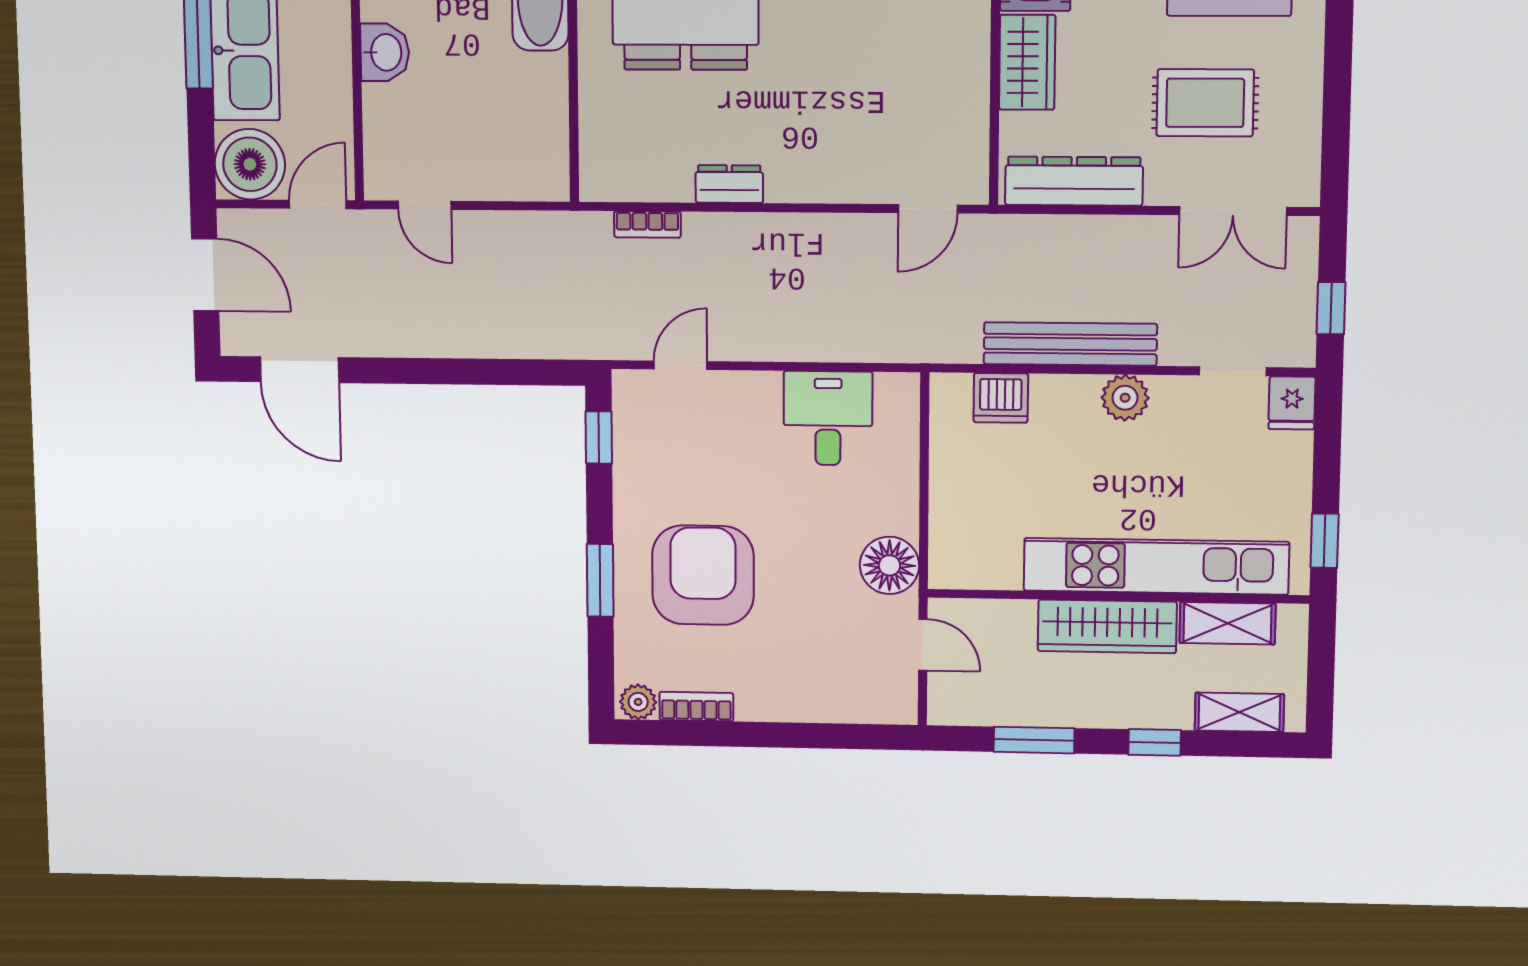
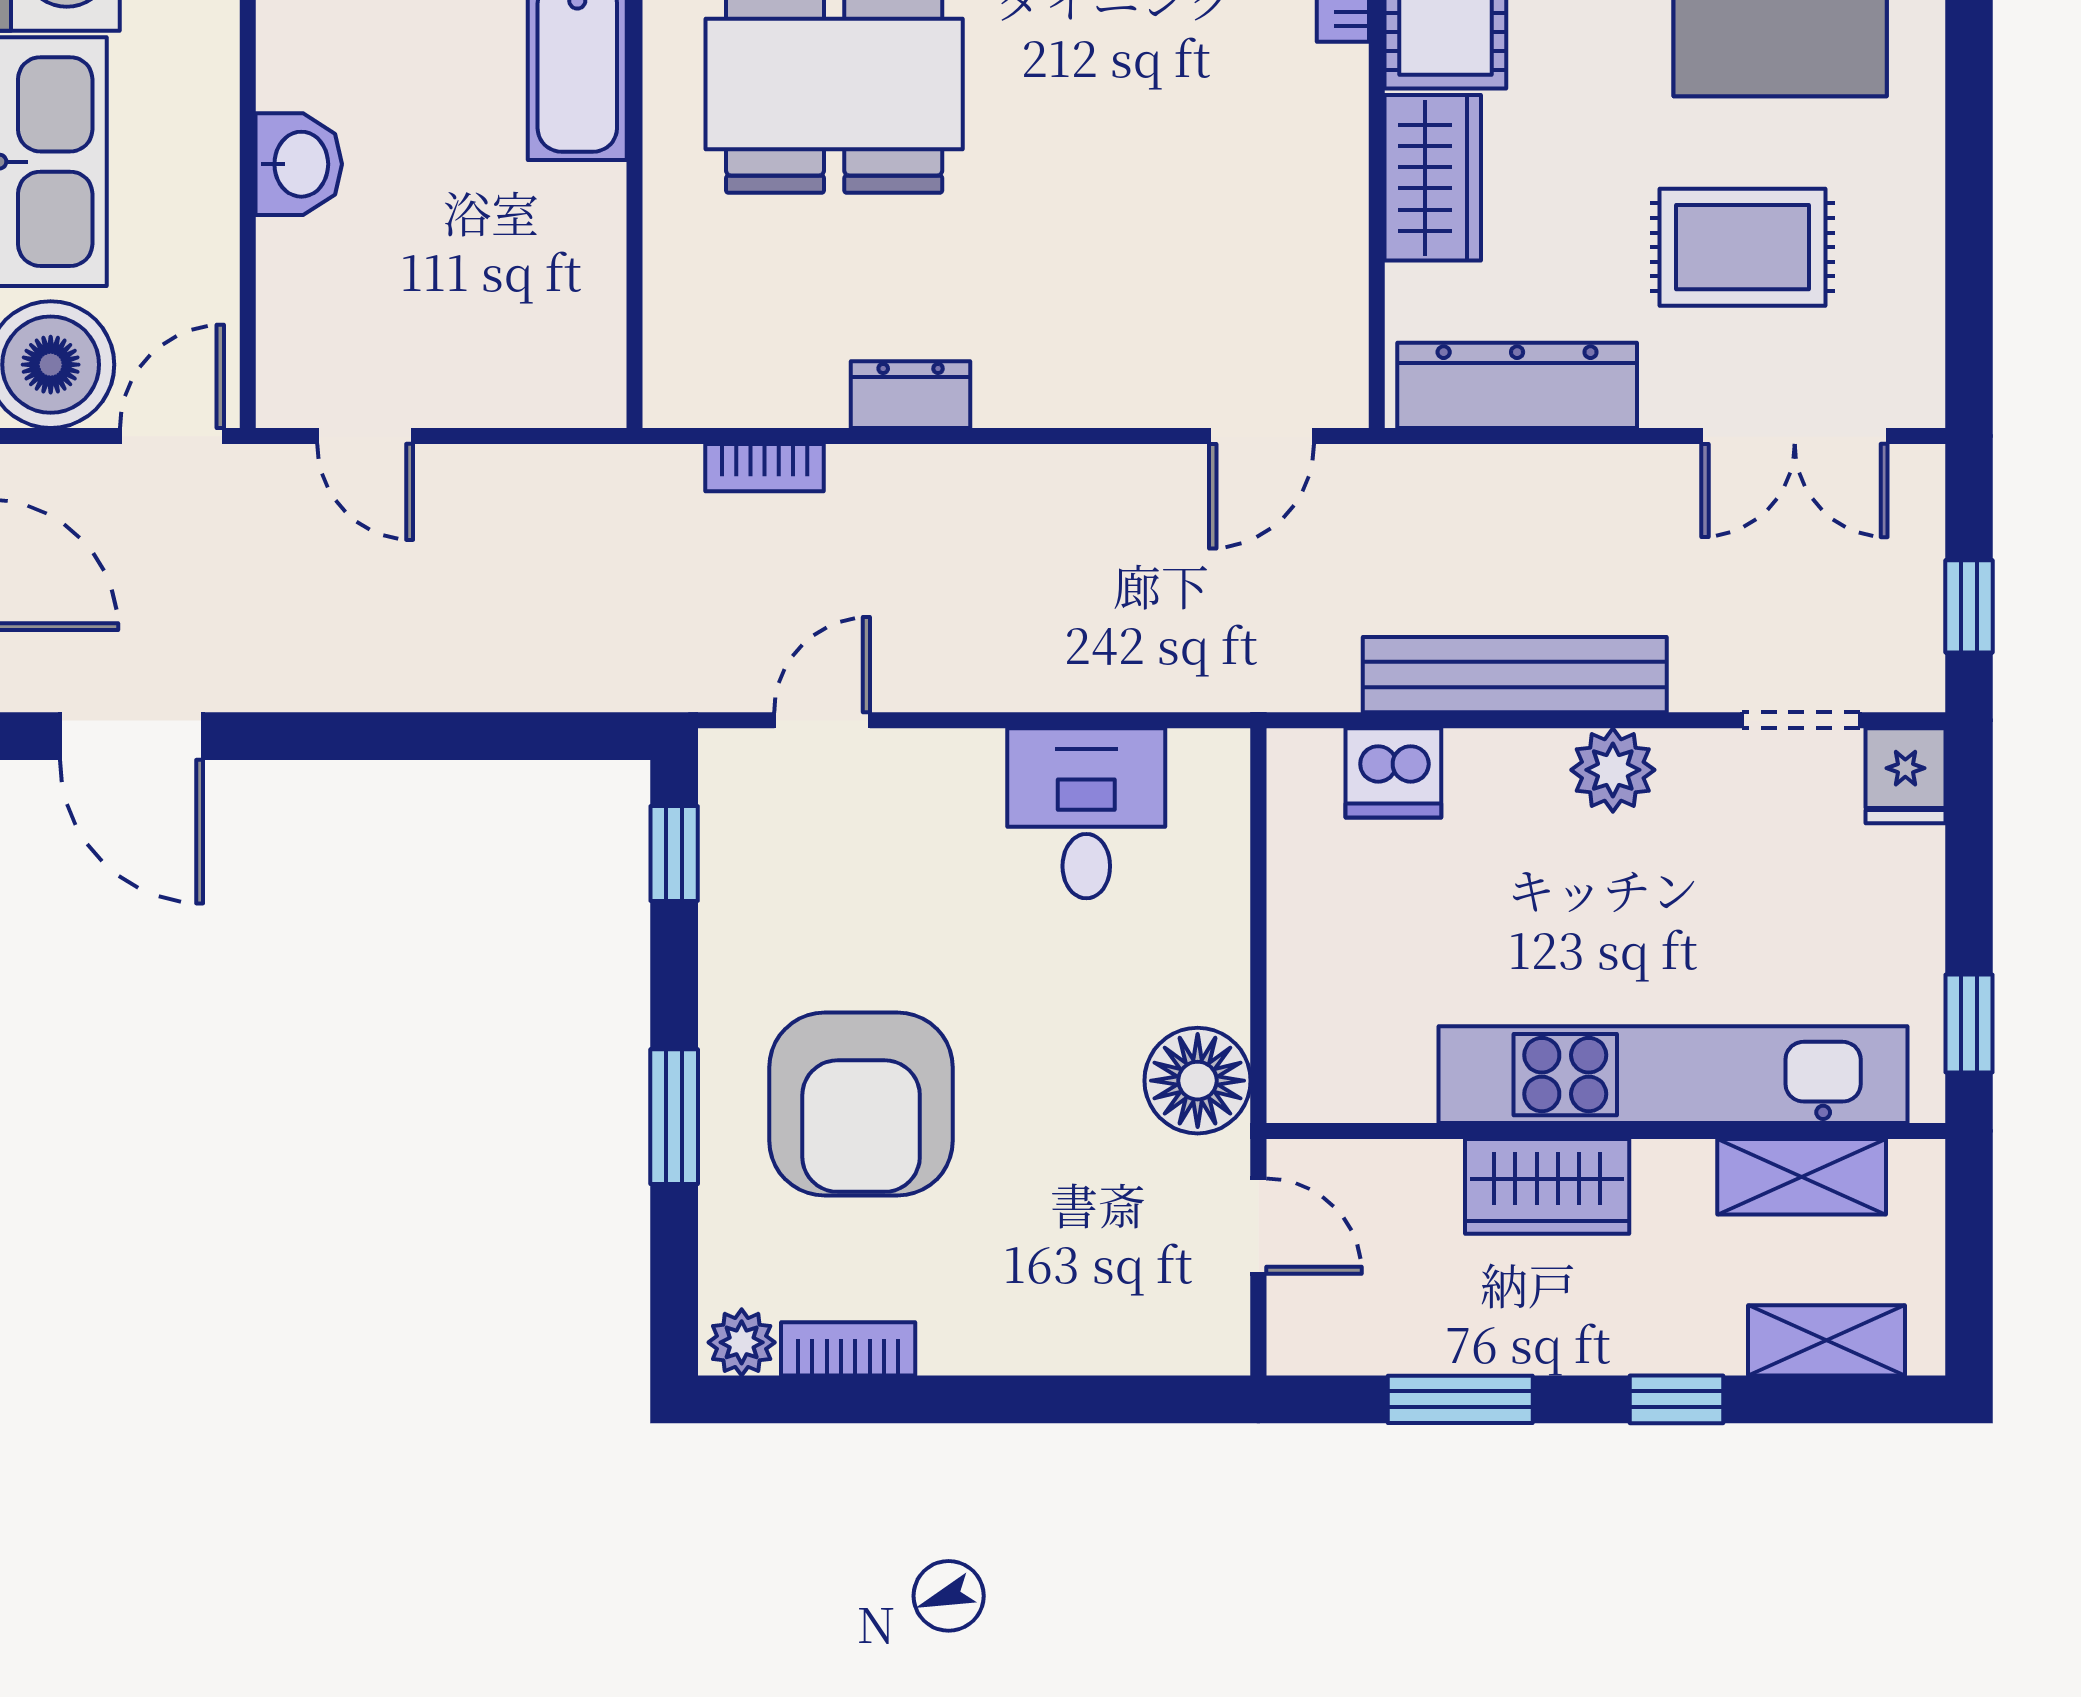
armchair: (703, 575) -> (861, 1104), turned 180
wardrobe: (1107, 626) -> (1547, 1186), width x0.67

